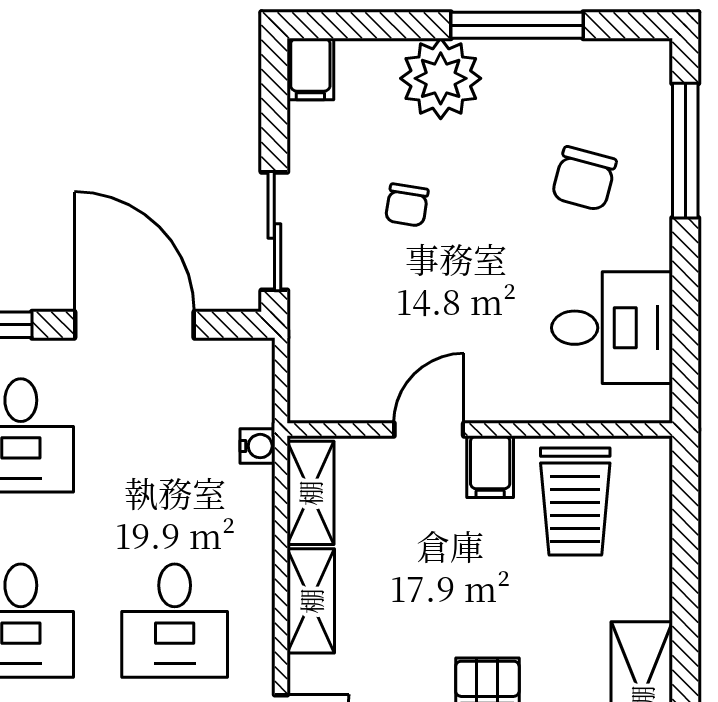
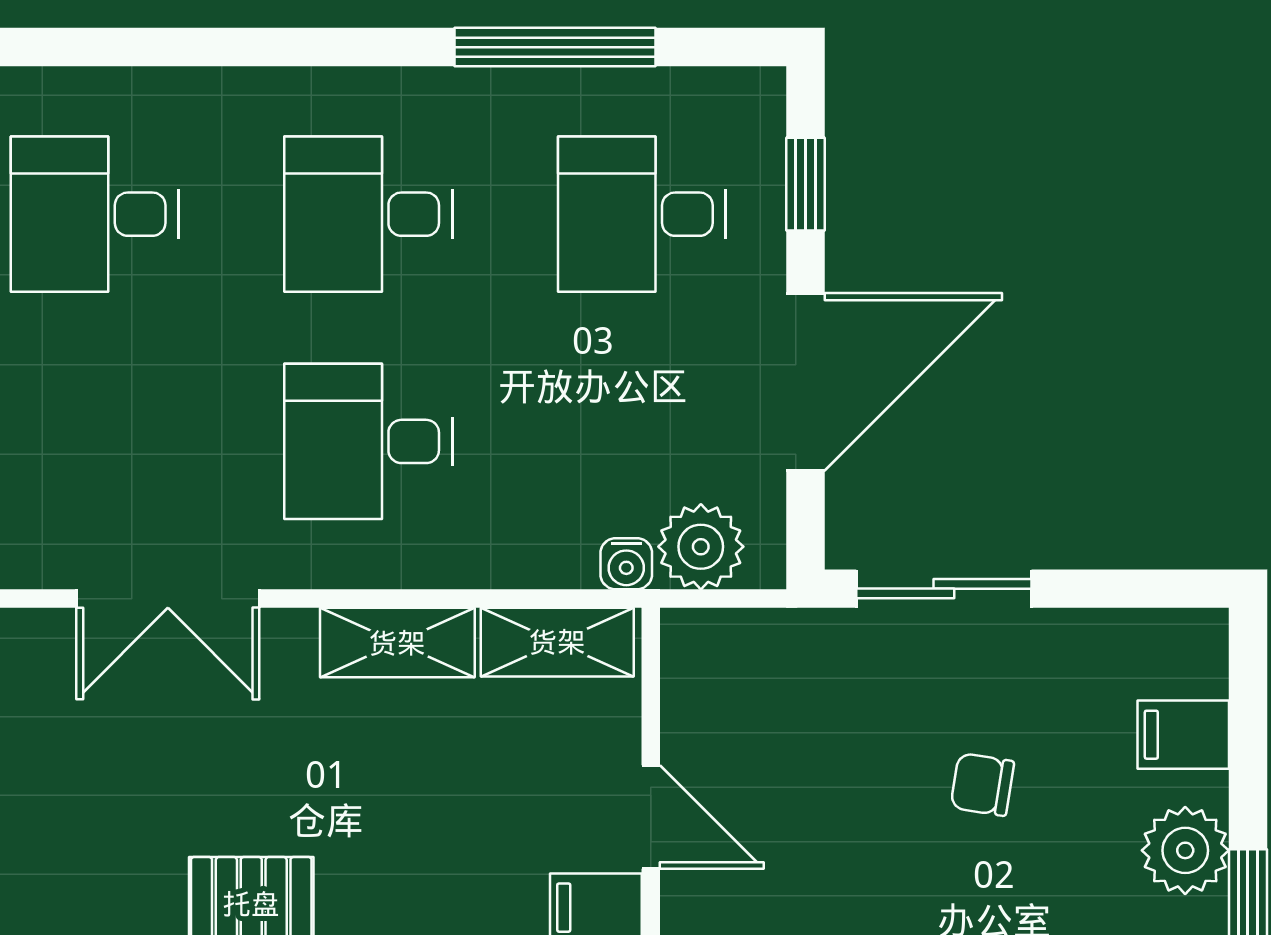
filing cabinet: (310, 69) -> (1183, 735), moved
plant: (441, 78) -> (1185, 850), width x0.73, depth x0.73
plant: (246, 396) -> (701, 547), added

